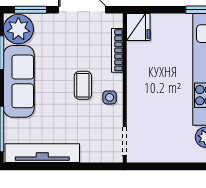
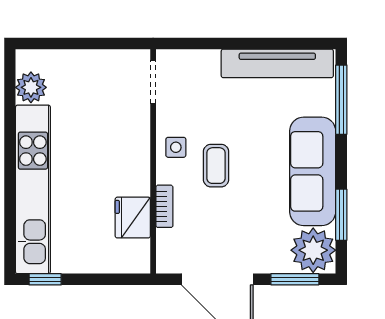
fridge: (138, 27) -> (133, 218), moved
bookcase: (117, 50) -> (164, 206), width x0.64

